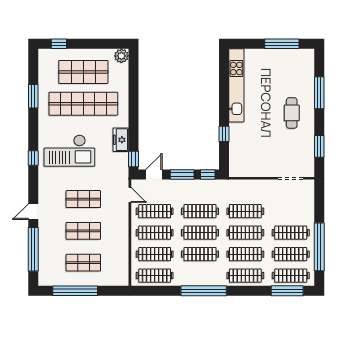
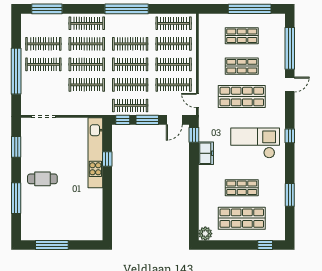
kitchen unit: (236, 85) -> (95, 153), moved
shop shelf: (83, 104) -> (242, 188), width x0.50, depth x0.74
cafe table: (292, 113) -> (42, 179), turned 90
shop shelf: (83, 199) -> (242, 97), width x1.43, depth x1.36
window: (319, 247) -> (16, 71), moved
clothes rail: (291, 276) -> (130, 105), moved

